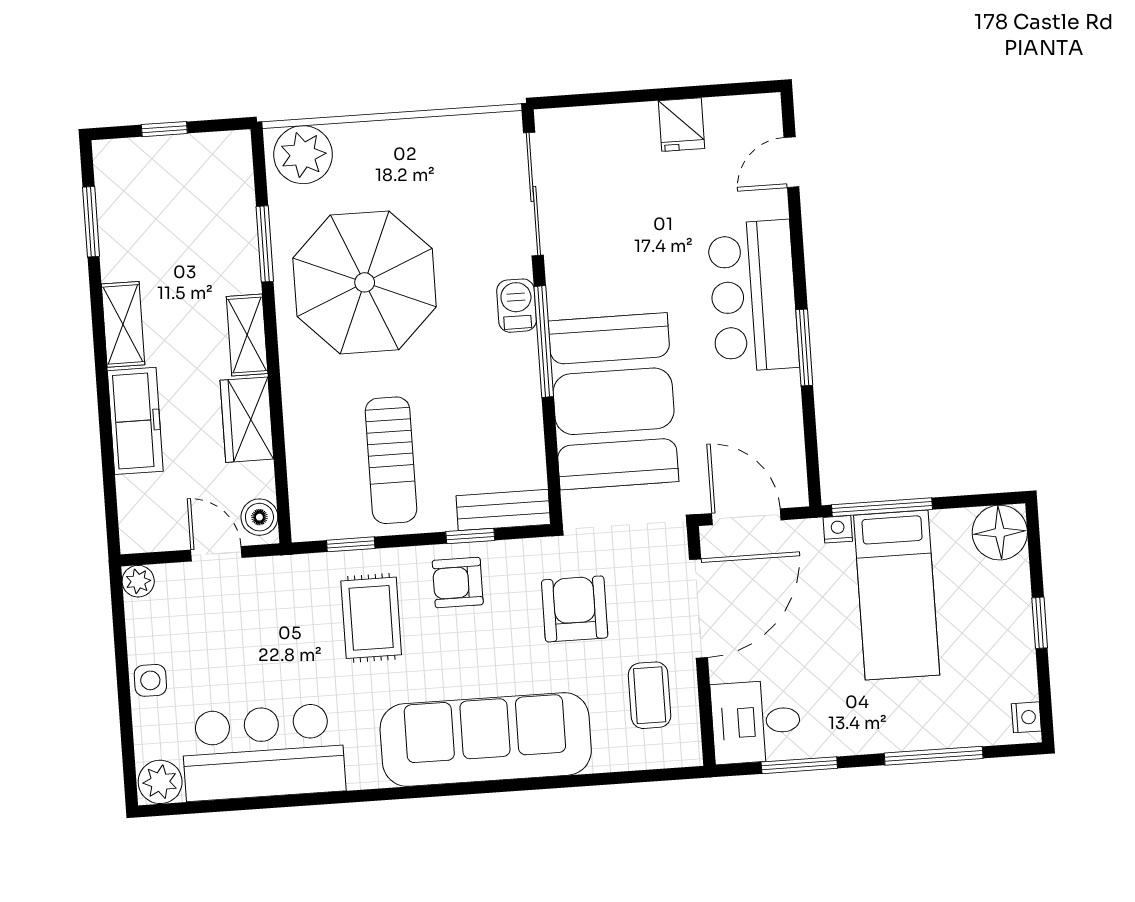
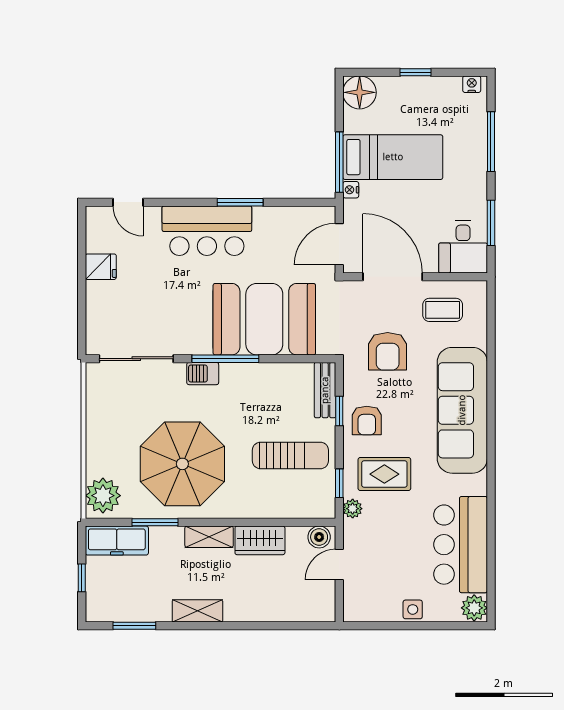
freezer: (135, 421) -> (117, 541), moved, turned 180
plant: (138, 581) -> (353, 509), moved
armchair: (575, 609) -> (388, 351), turned -90

